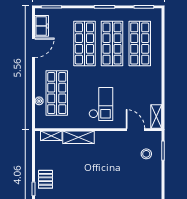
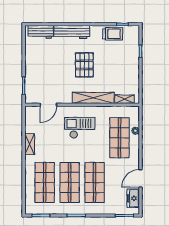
checkout: (101, 104) -> (80, 128), turned 90
shelving: (156, 116) -> (30, 144), moved
door: (136, 130) -> (48, 105), hinge flipped
shelving: (78, 137) -> (93, 98), width x1.47
stool: (146, 154) -> (39, 83), removed
pallet: (45, 179) -> (84, 65), moved, width x1.50, depth x1.42

